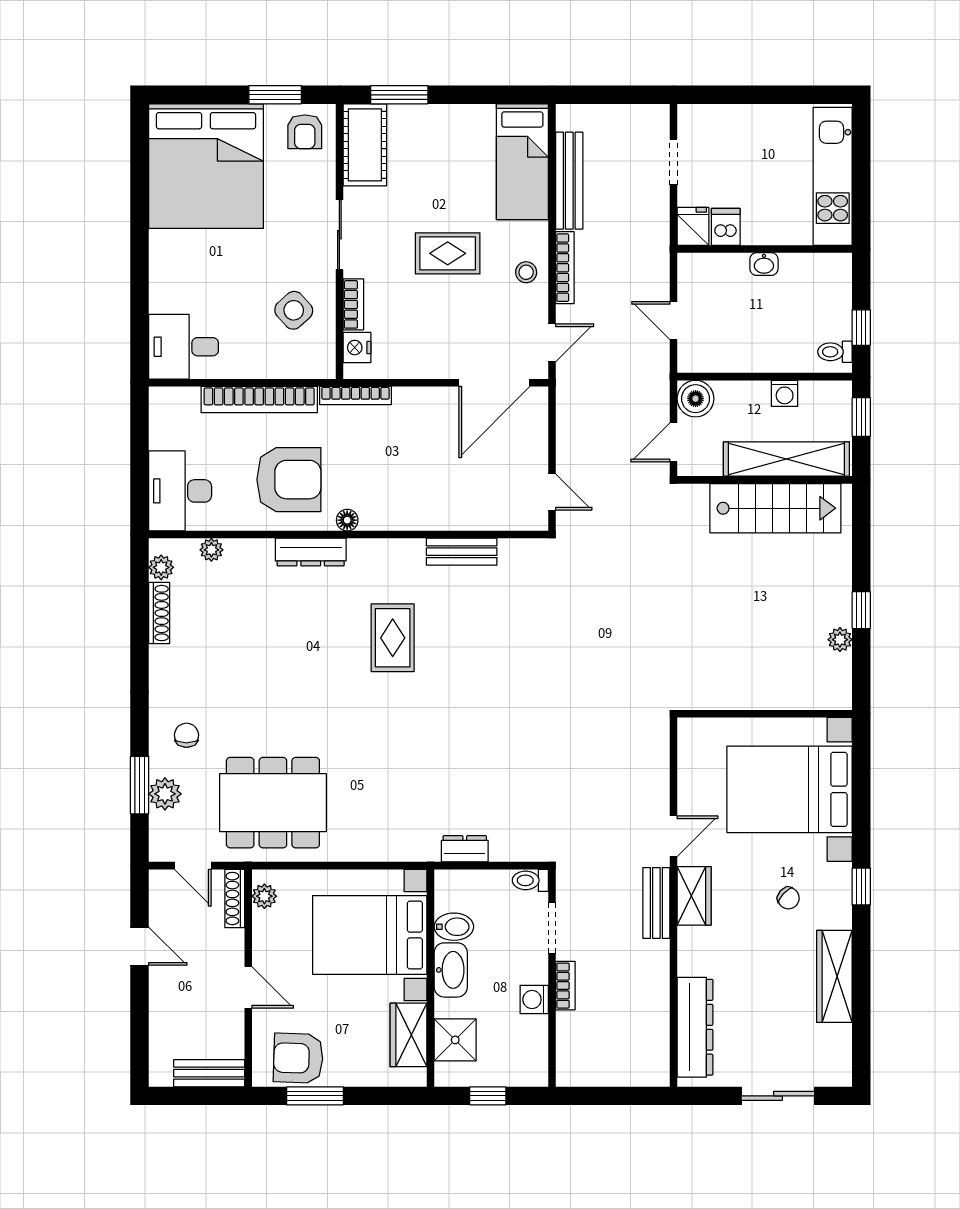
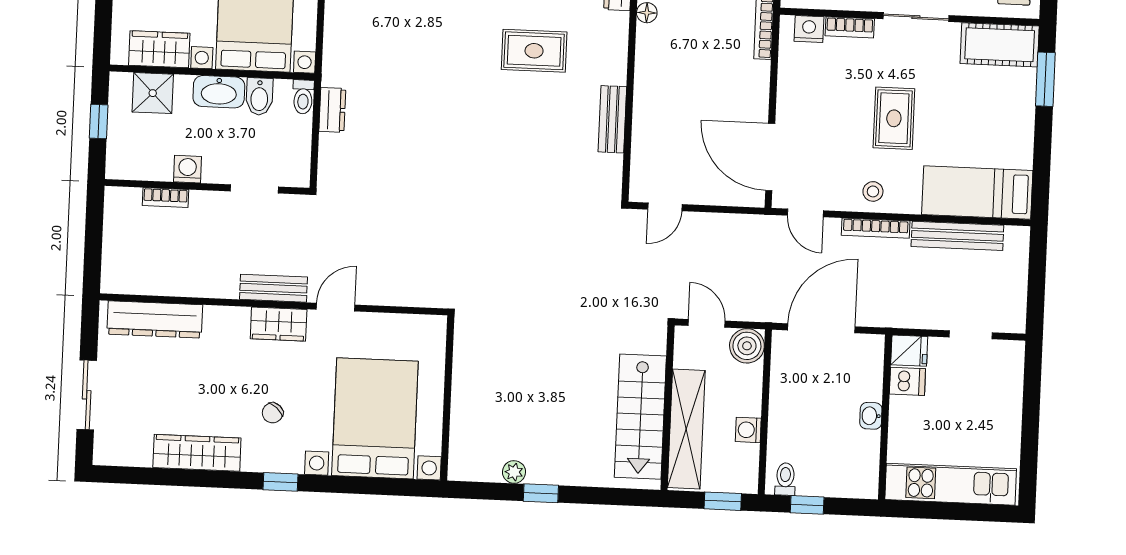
door: (674, 321) -> (821, 328), width x1.88
door: (674, 836) -> (336, 307), swing flipped
toilet: (530, 880) -> (303, 97), moved, turned 180
bookcase: (565, 986) -> (165, 198), moved

